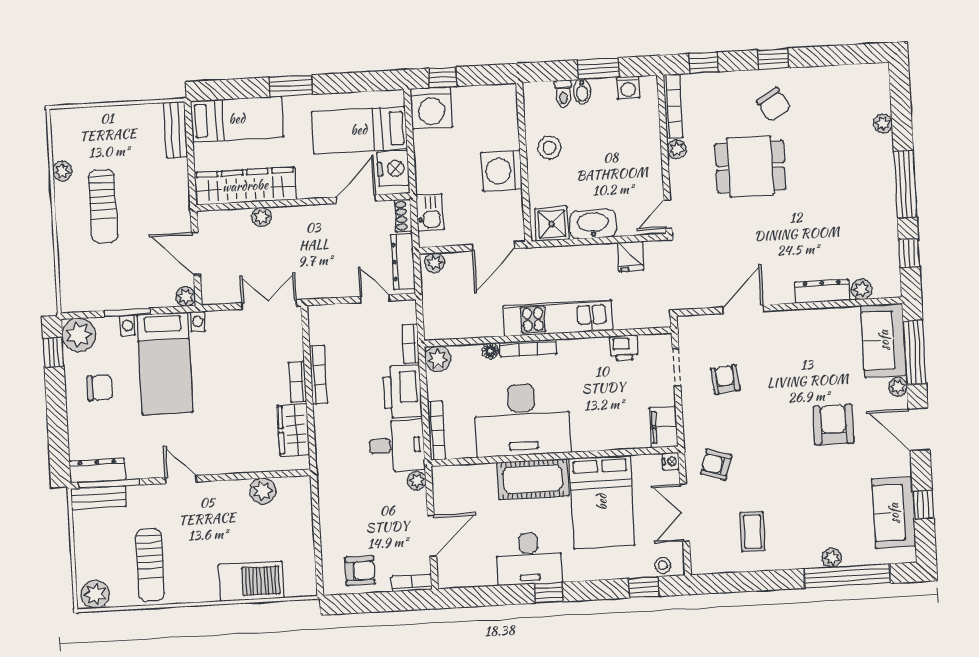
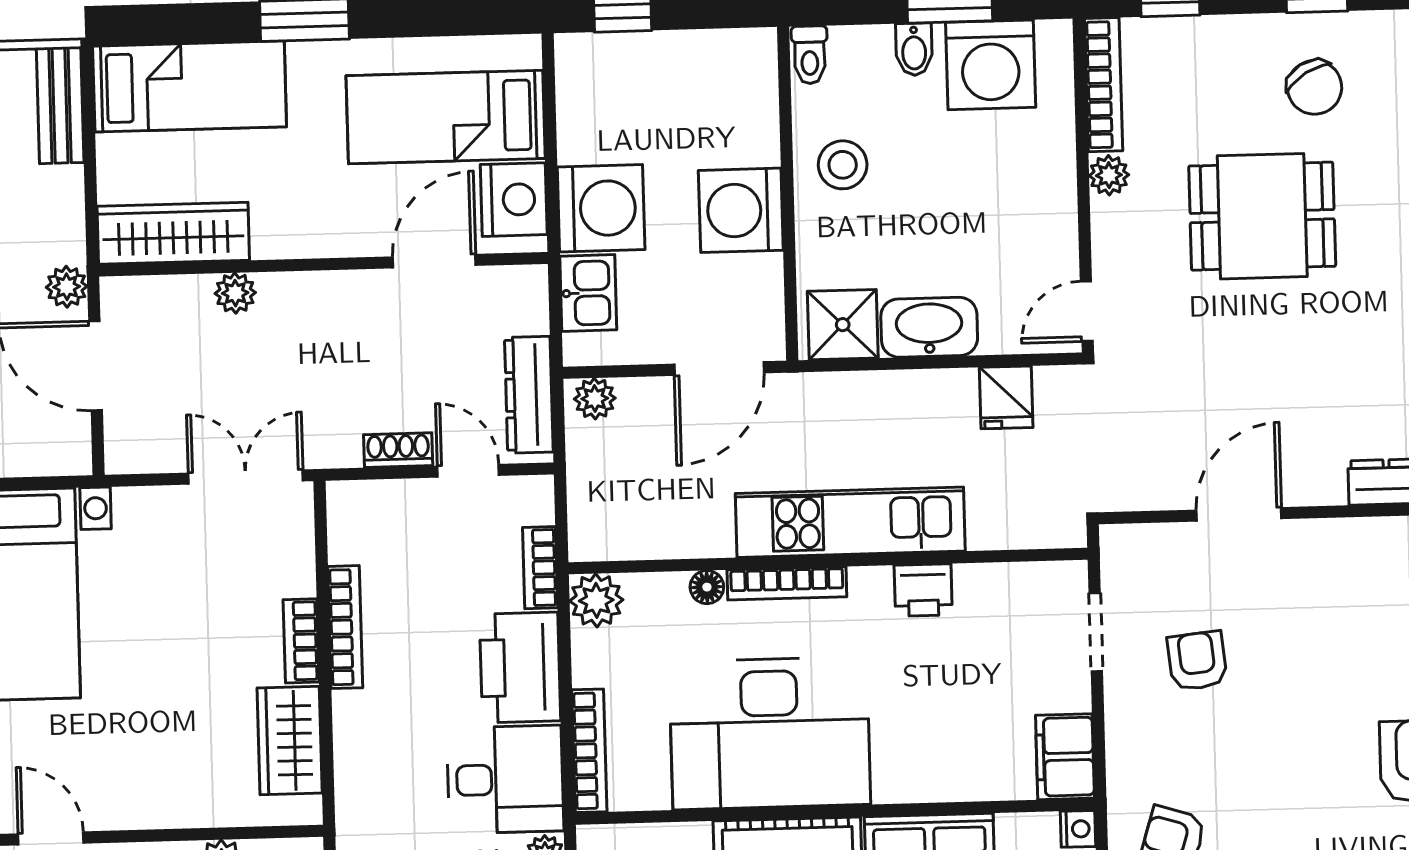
washing machine: (628, 88) -> (991, 65), width x1.89, depth x1.89
toilet: (563, 94) -> (810, 55), moved
washing machine: (431, 108) -> (601, 208), moved, turned -90
wardrobe: (245, 186) -> (173, 233), width x0.71, depth x0.85
shoe rack: (403, 216) -> (398, 450), moved, turned 90
plant: (186, 296) -> (67, 287), moved
printer: (624, 348) -> (923, 590), moved

